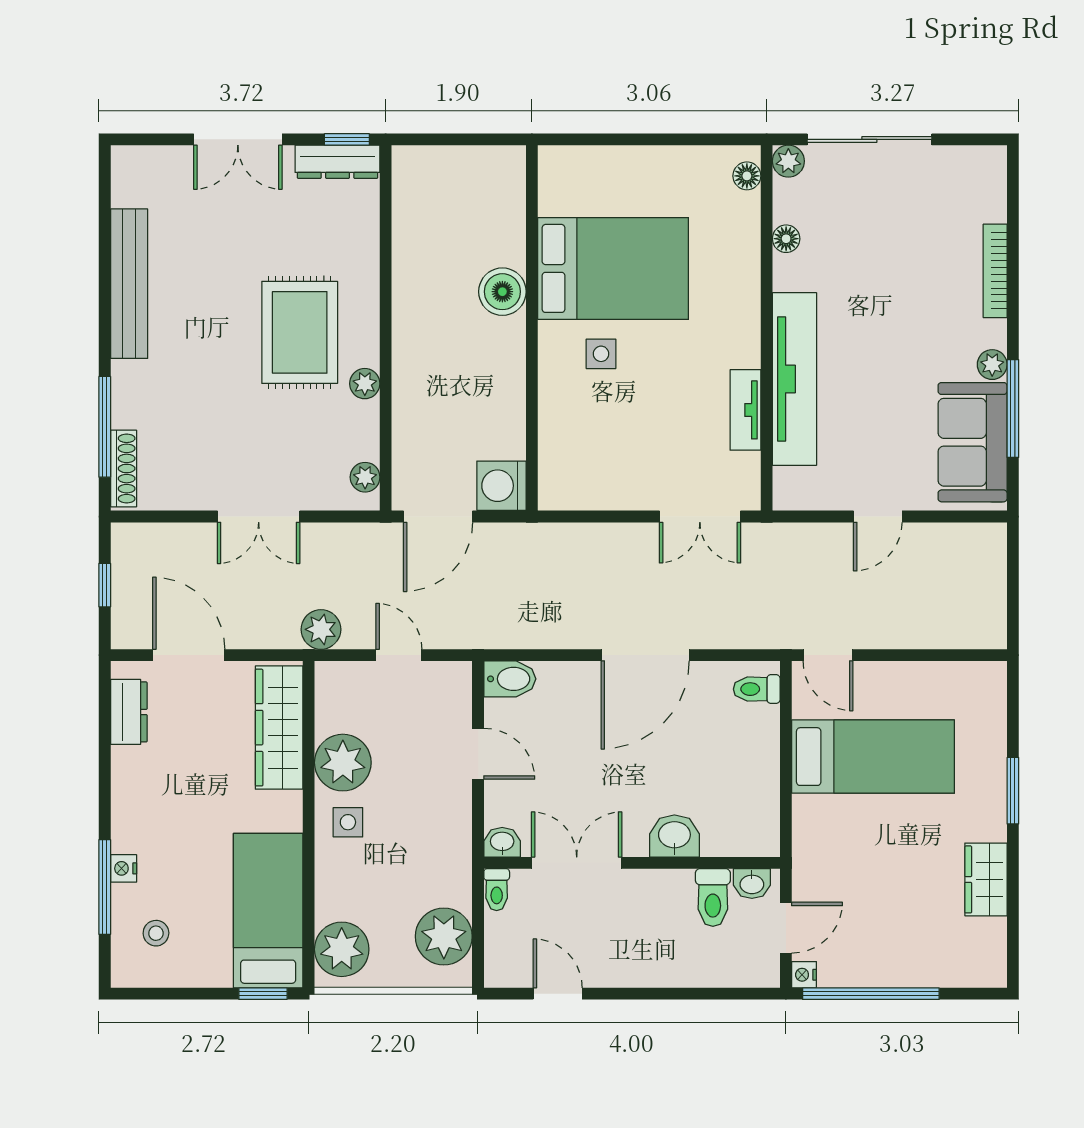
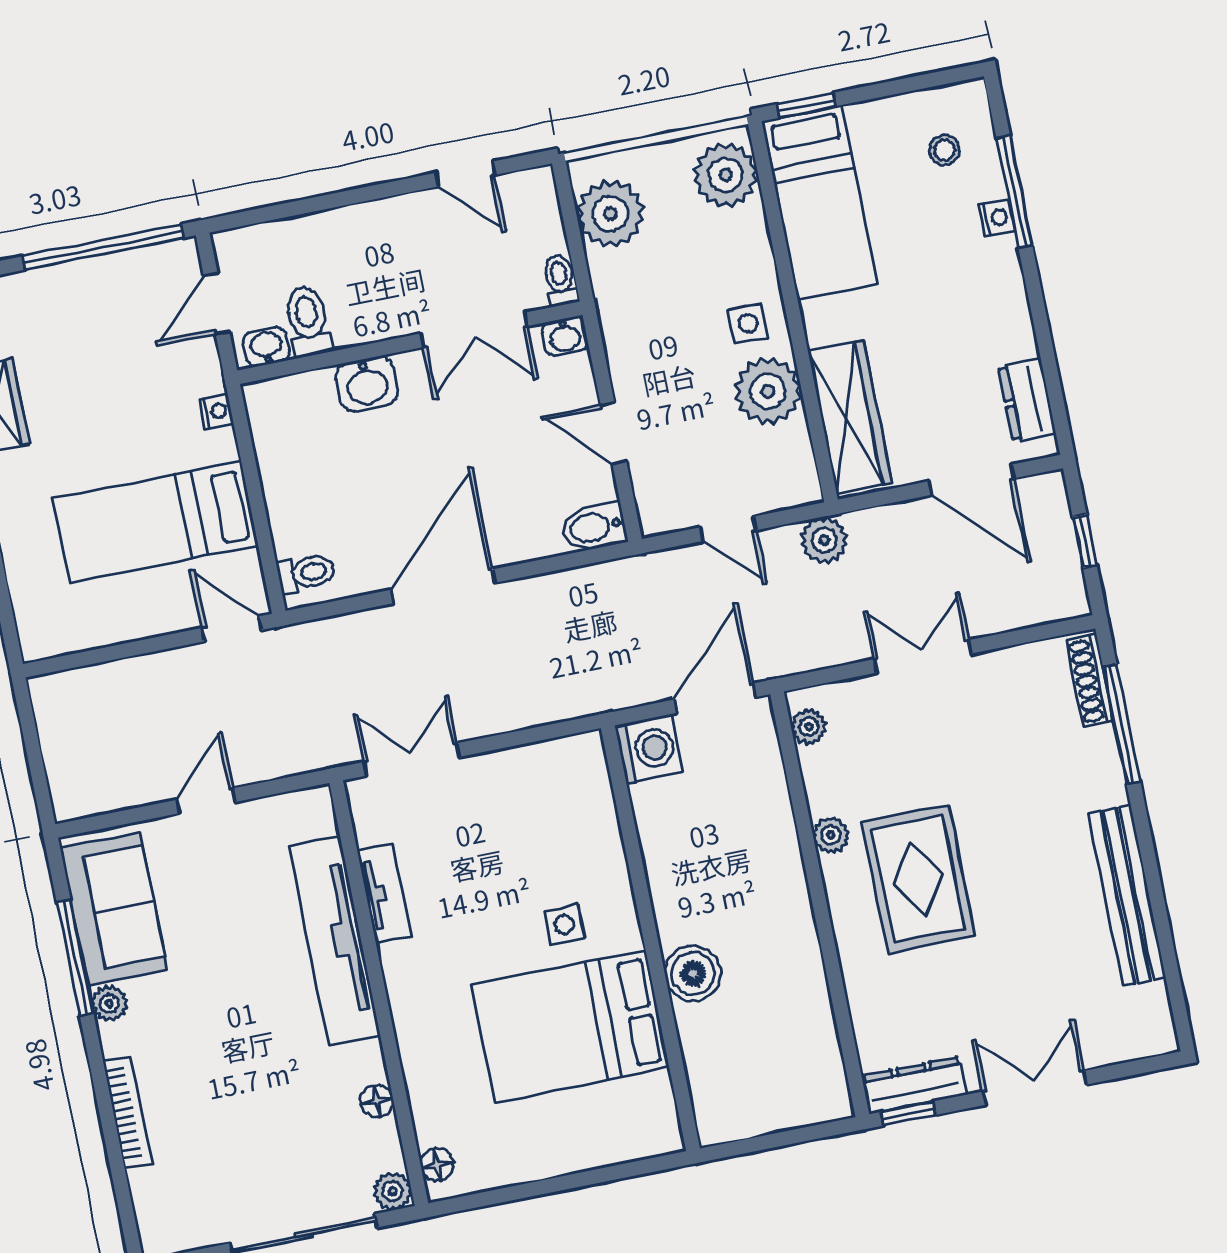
nightstand: (804, 975) -> (216, 411), moved

